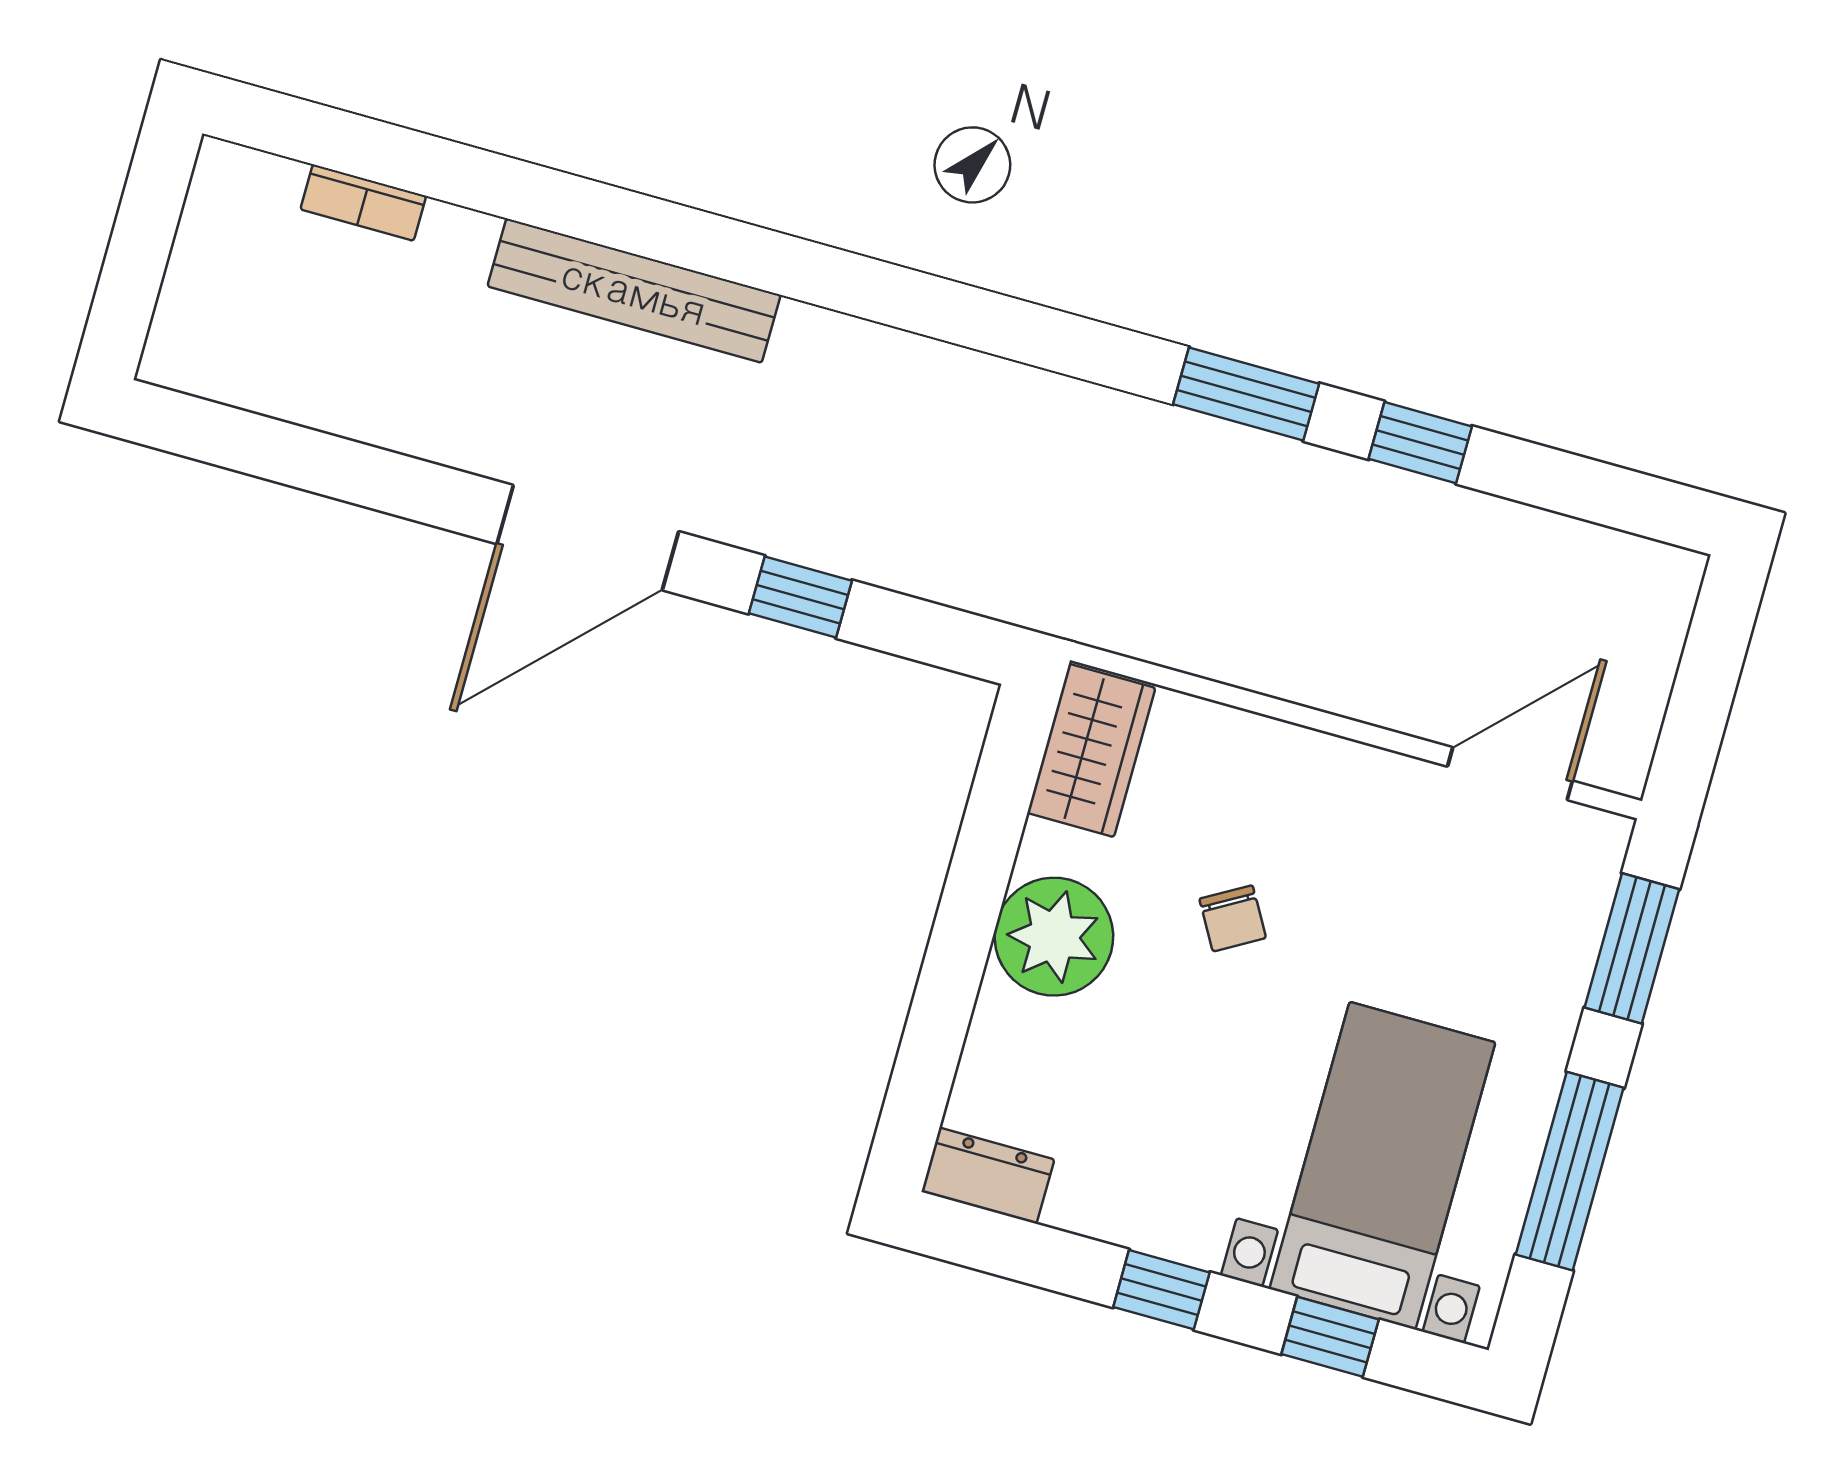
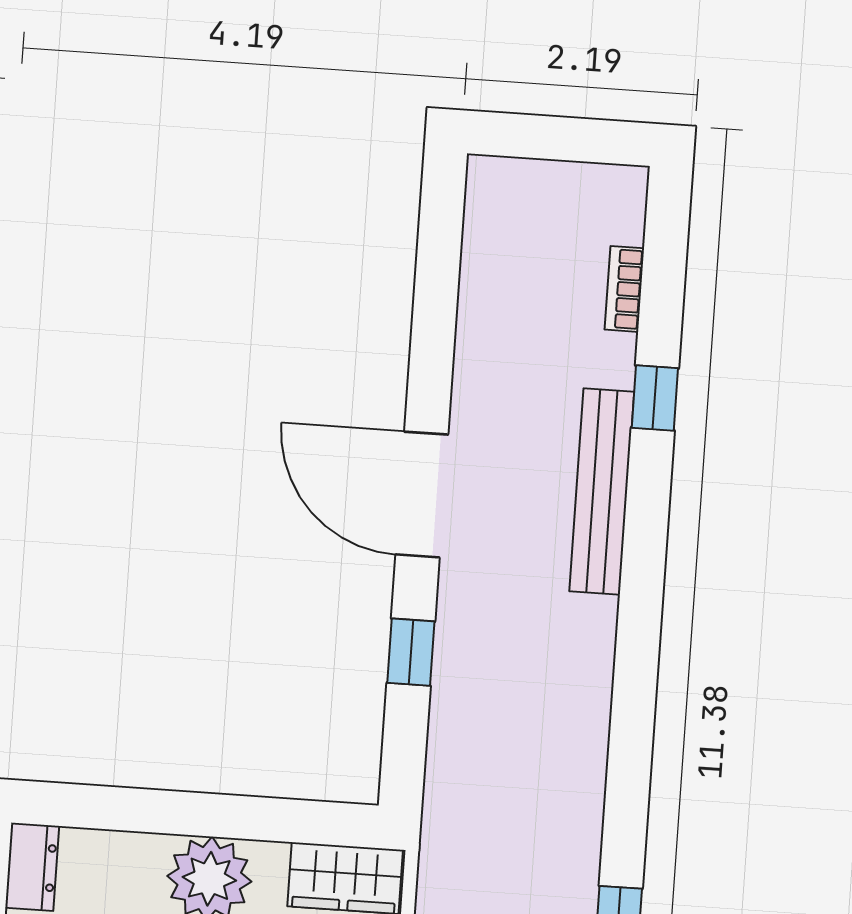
window: (521, 192) -> (655, 398), added

